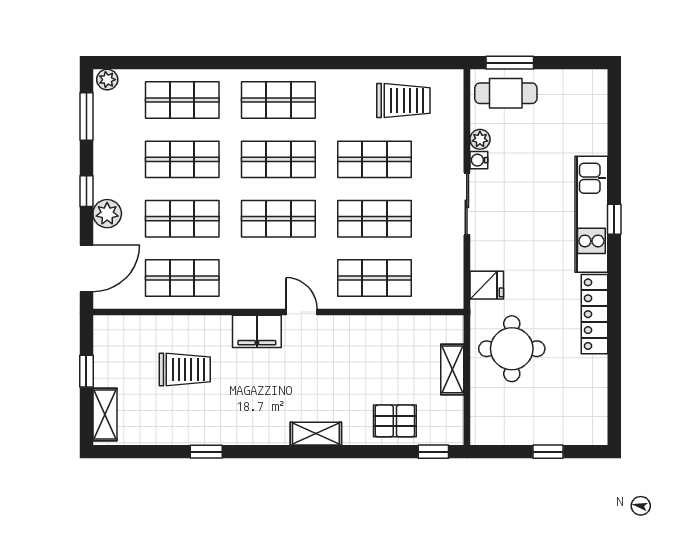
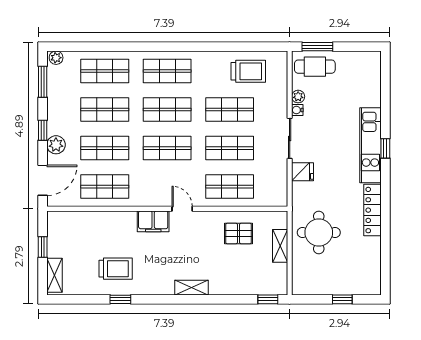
fridge: (487, 285) -> (302, 172), moved
trolley: (185, 369) -> (116, 269), moved
pallet: (395, 421) -> (239, 233), moved

